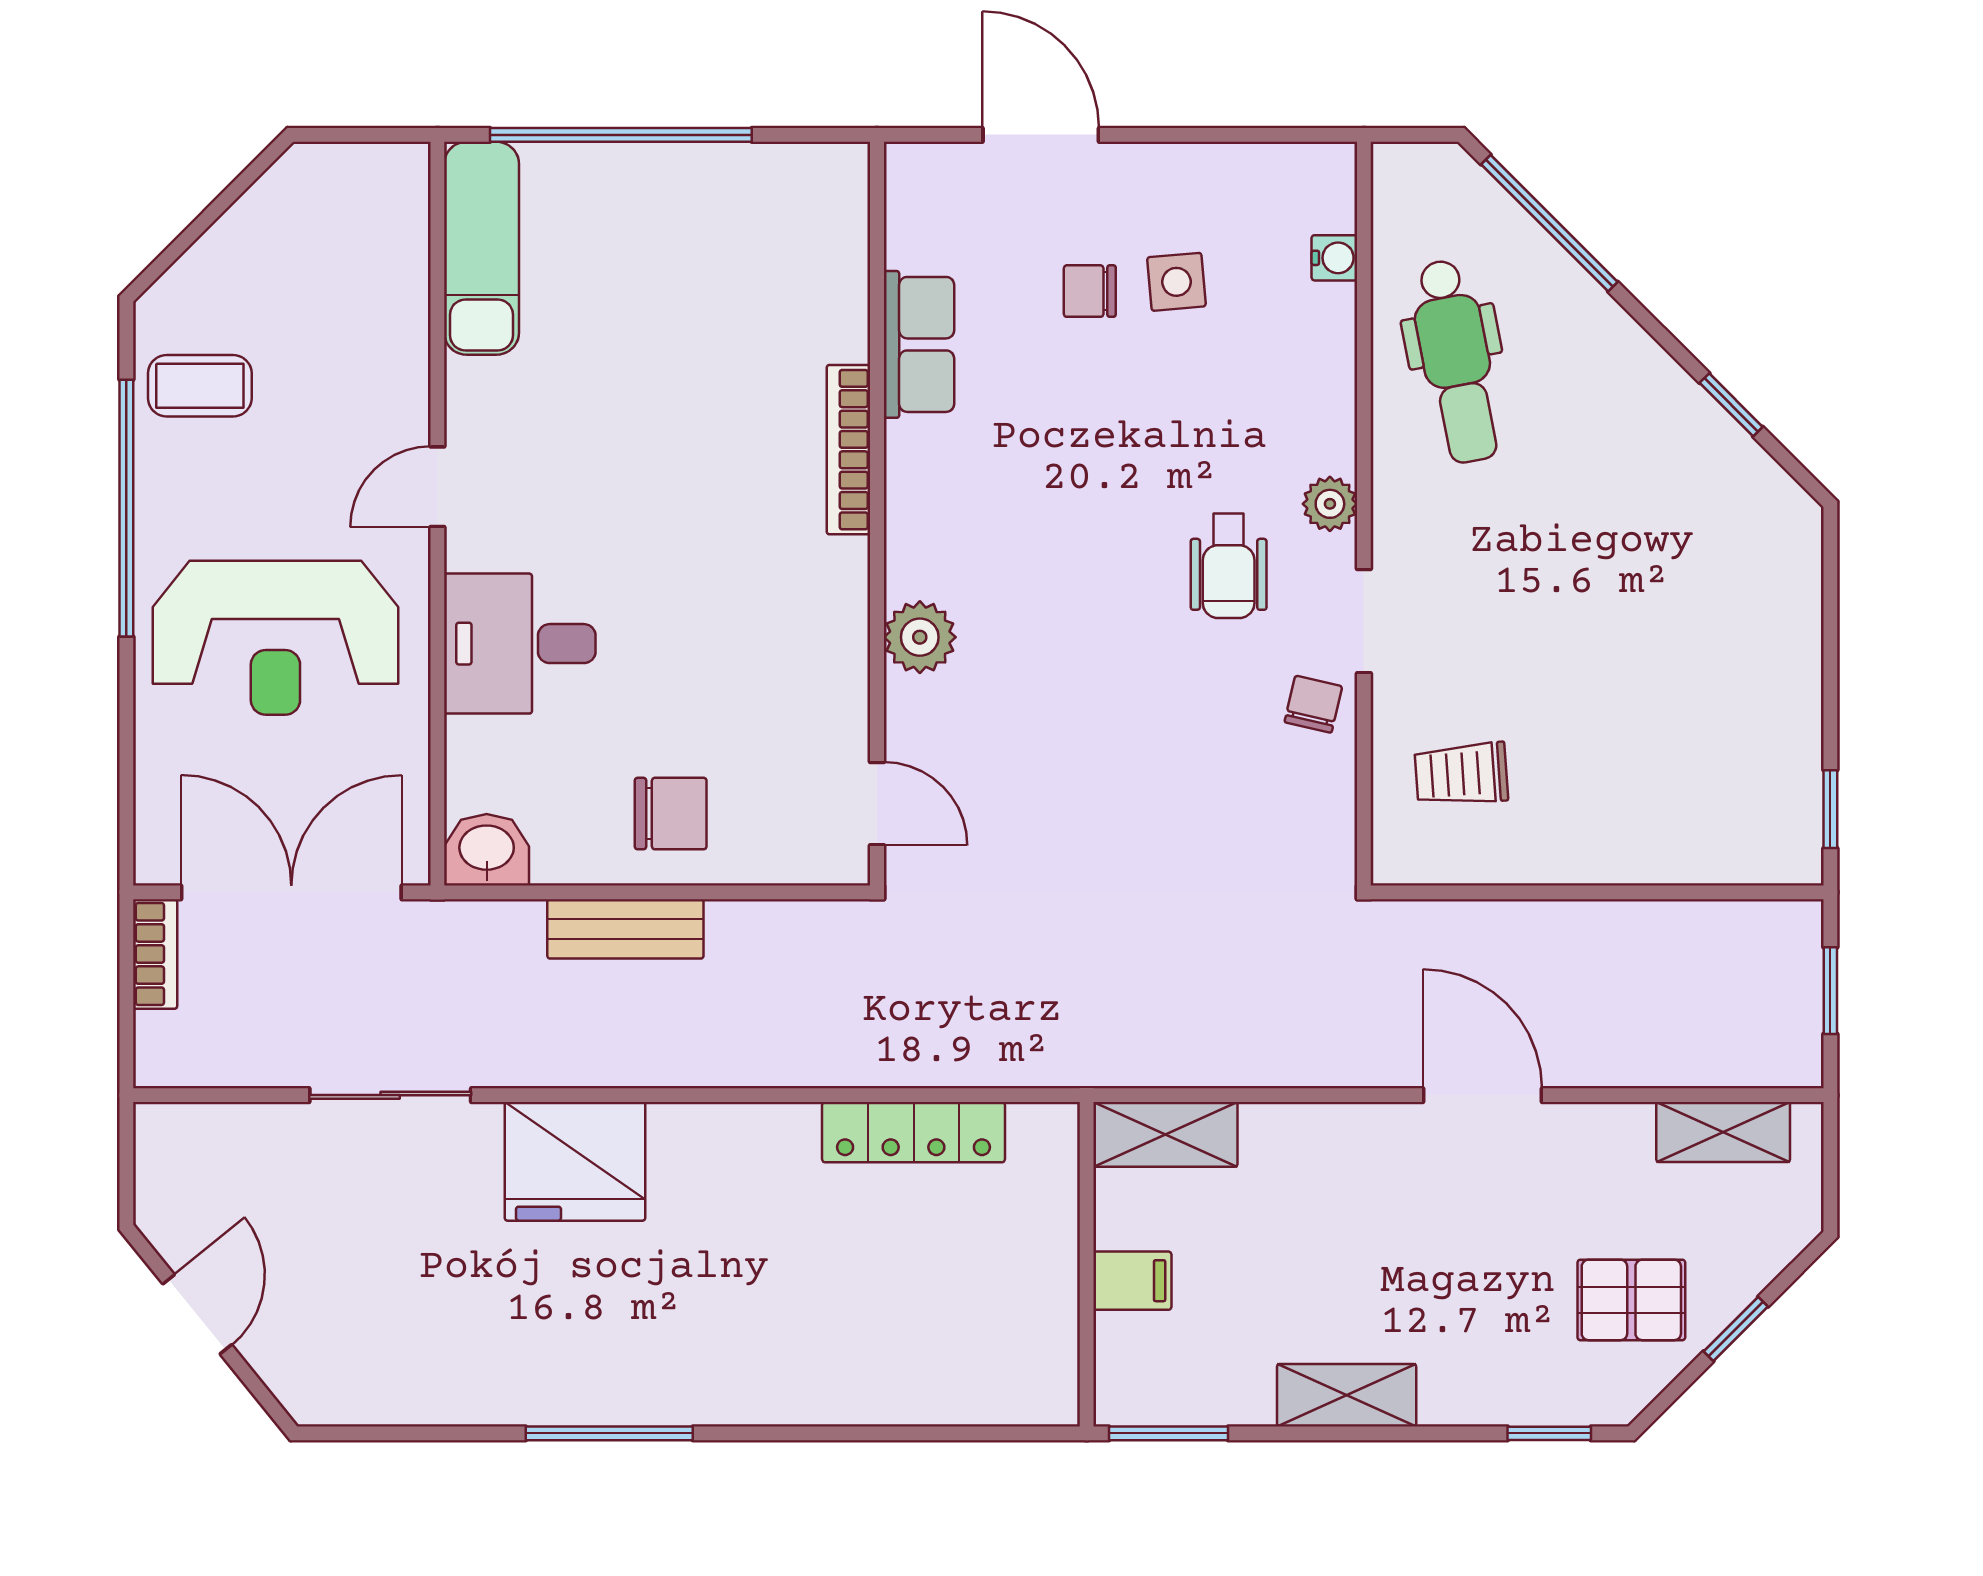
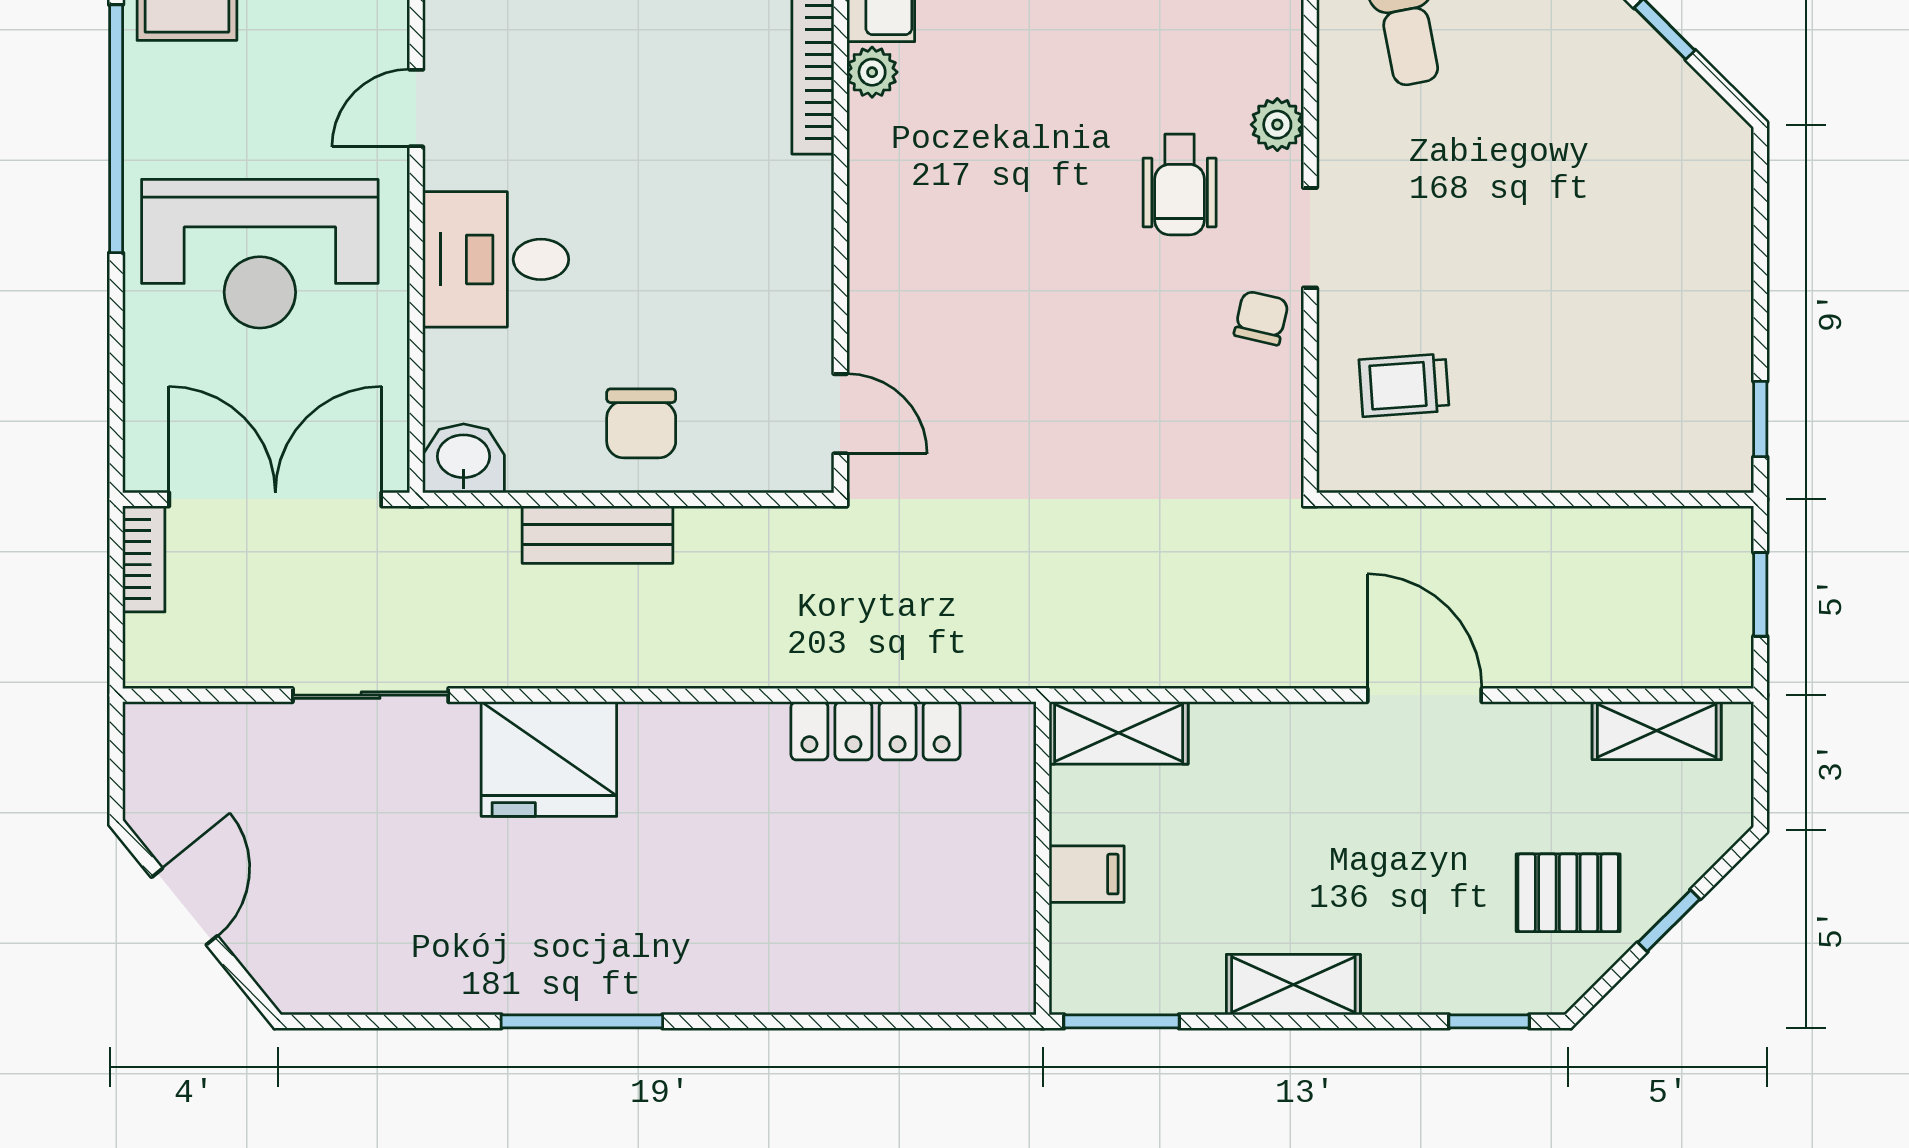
plant: (920, 637) -> (872, 72), moved, width x0.73, depth x0.73
chair: (671, 814) -> (641, 423), turned 90

